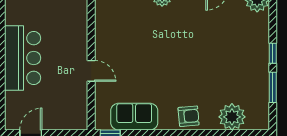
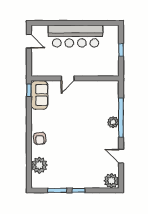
bar counter: (23, 58) -> (76, 36), width x1.36
sofa: (134, 117) -> (39, 95), moved

